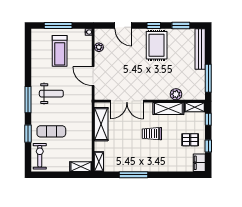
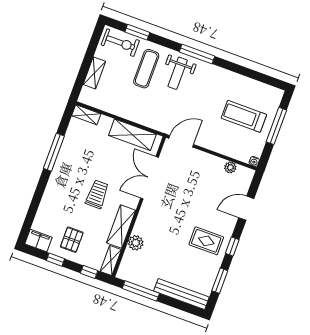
rug: (157, 45) -> (206, 241), width x0.73, depth x0.70
door: (93, 76) -> (181, 141), moved
weight bench: (51, 94) -> (178, 73), moved
window: (28, 134) -> (137, 32), moved
shelving: (81, 167) -> (94, 73), moved

